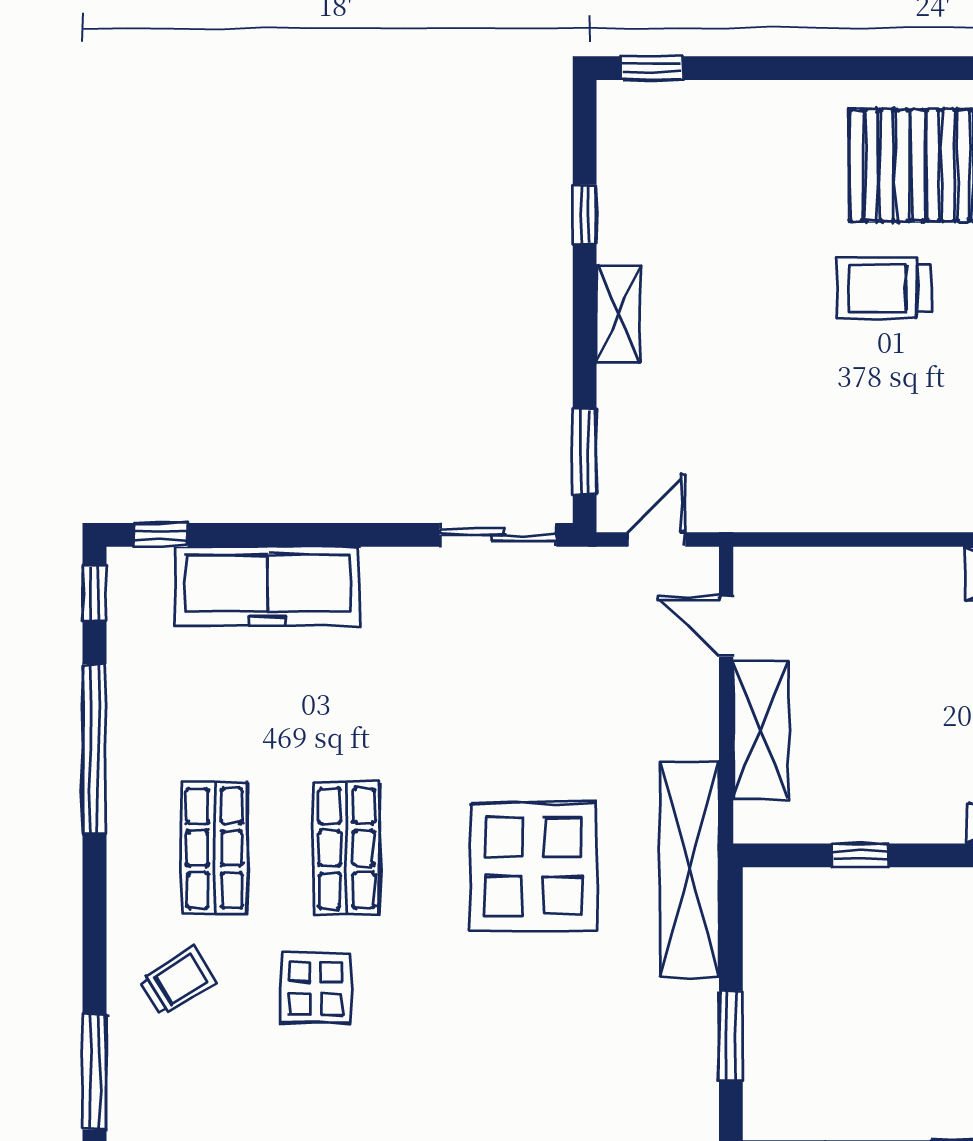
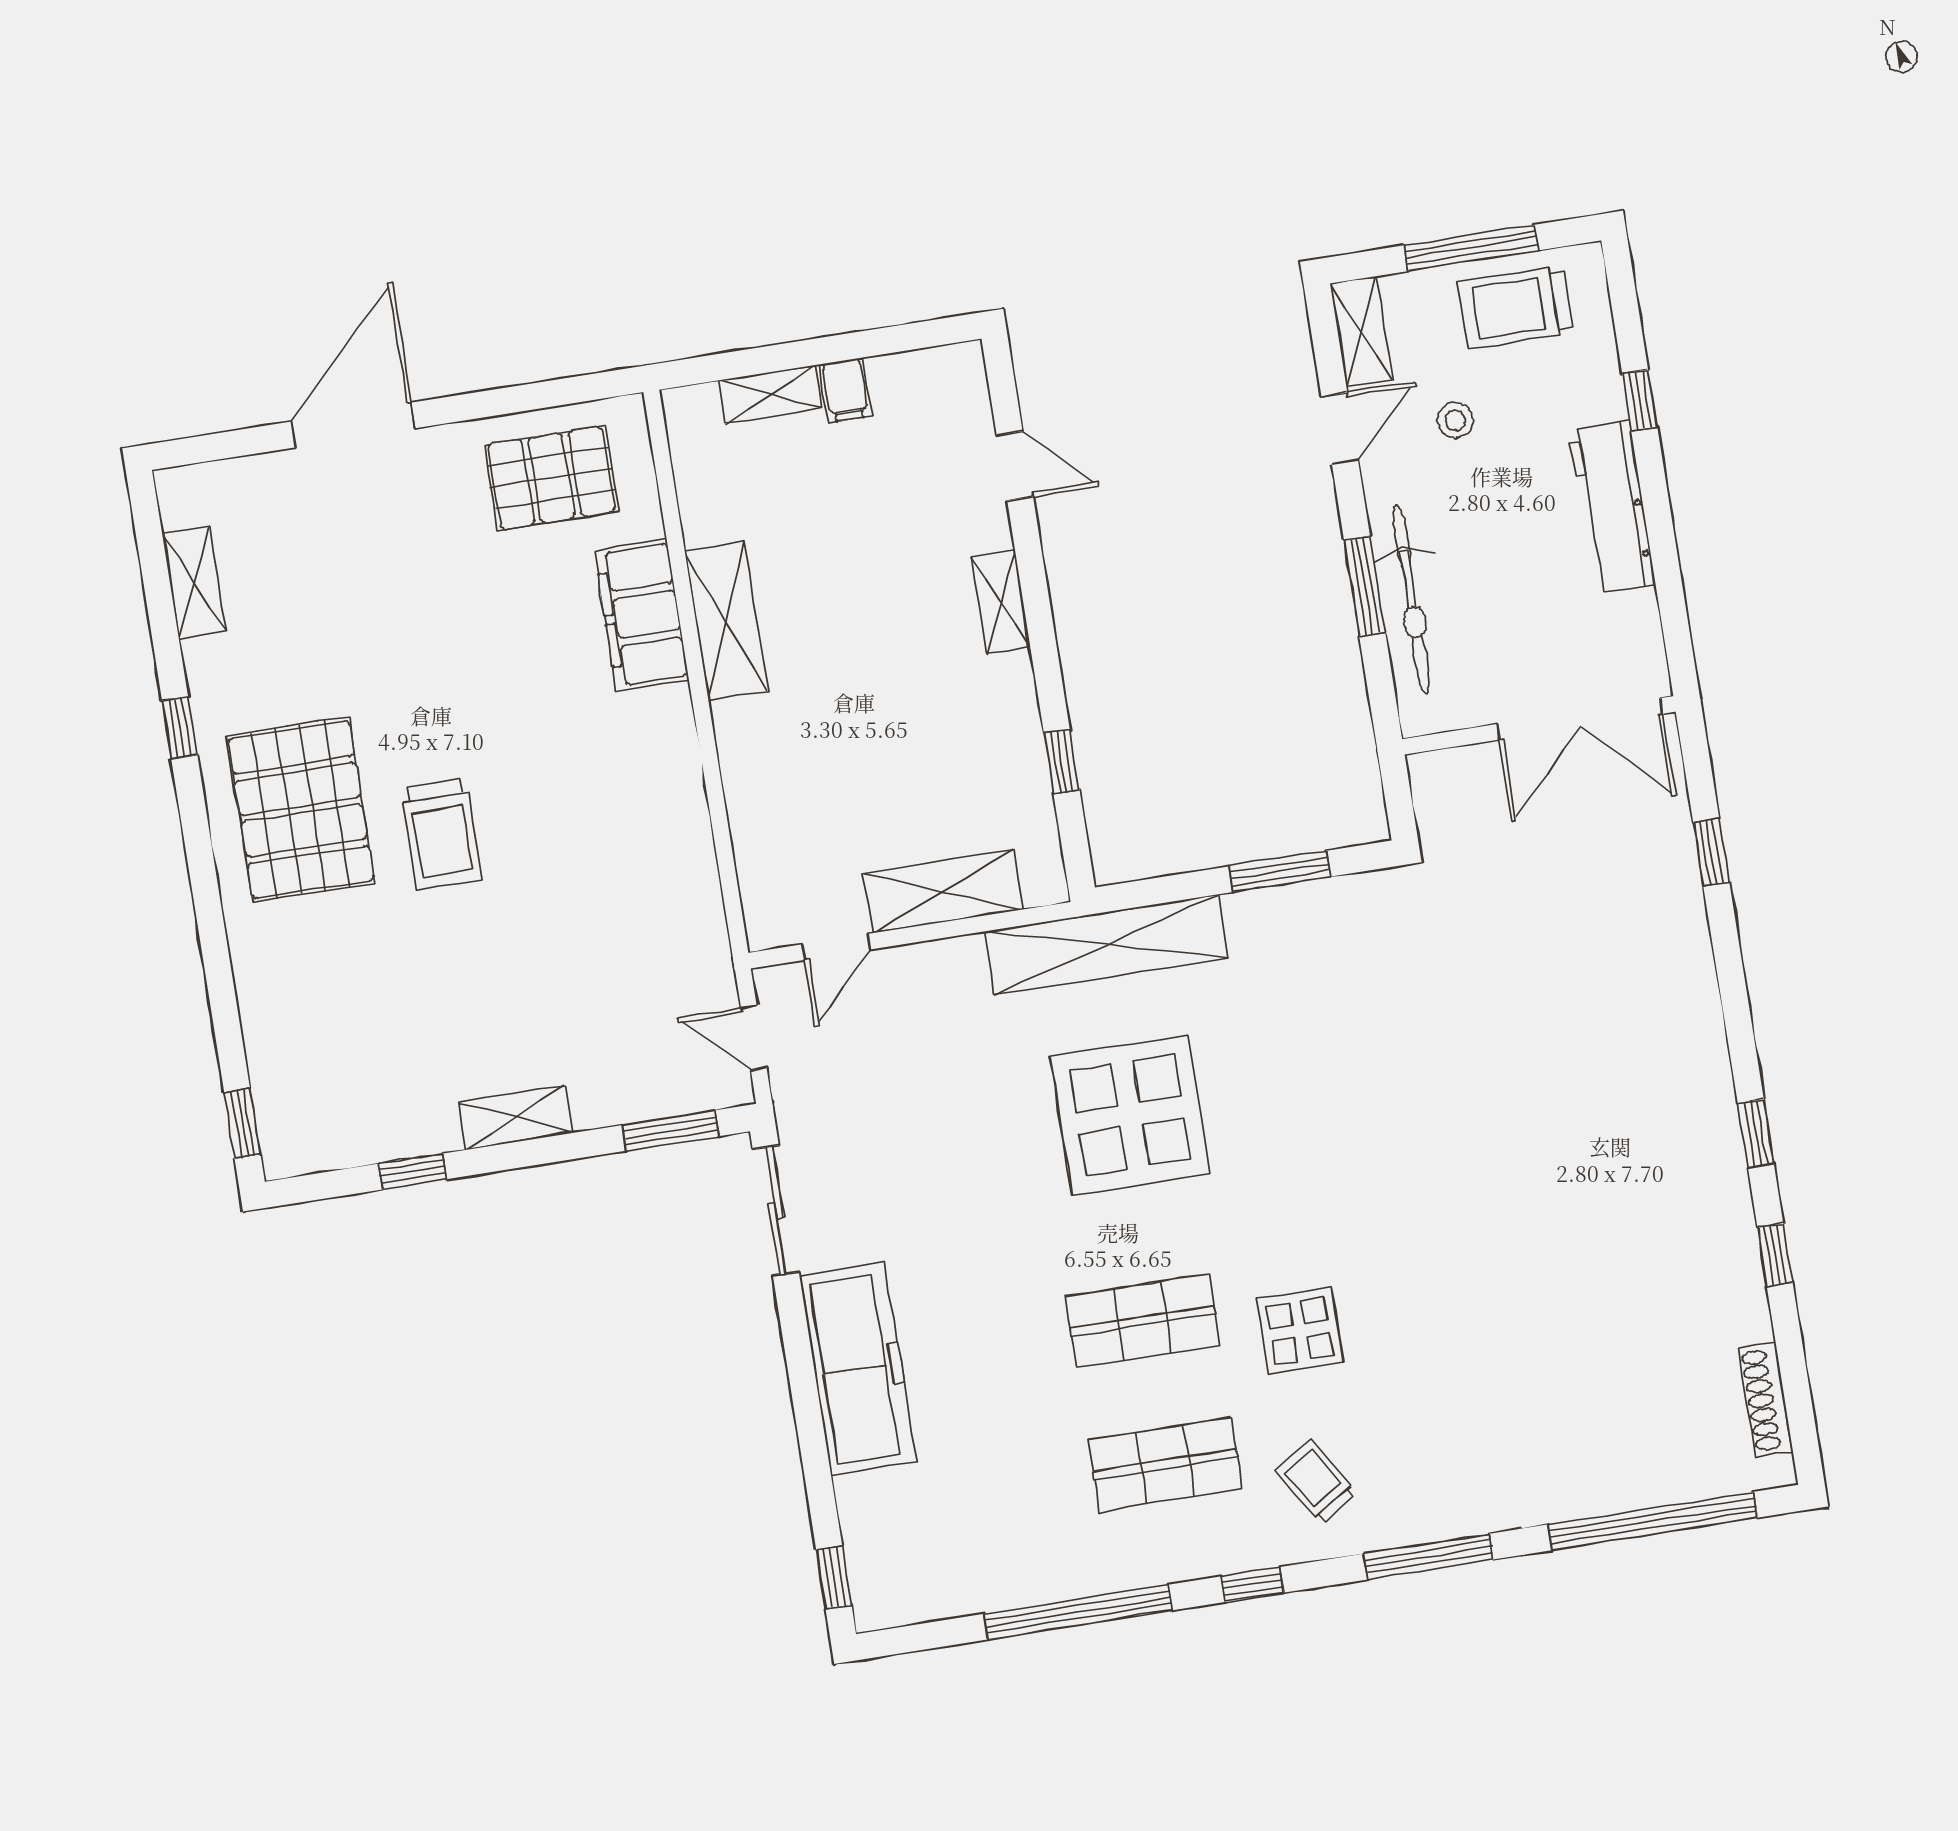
freezer: (268, 586) -> (858, 1369), moved
window: (95, 593) -> (1252, 1584), moved

